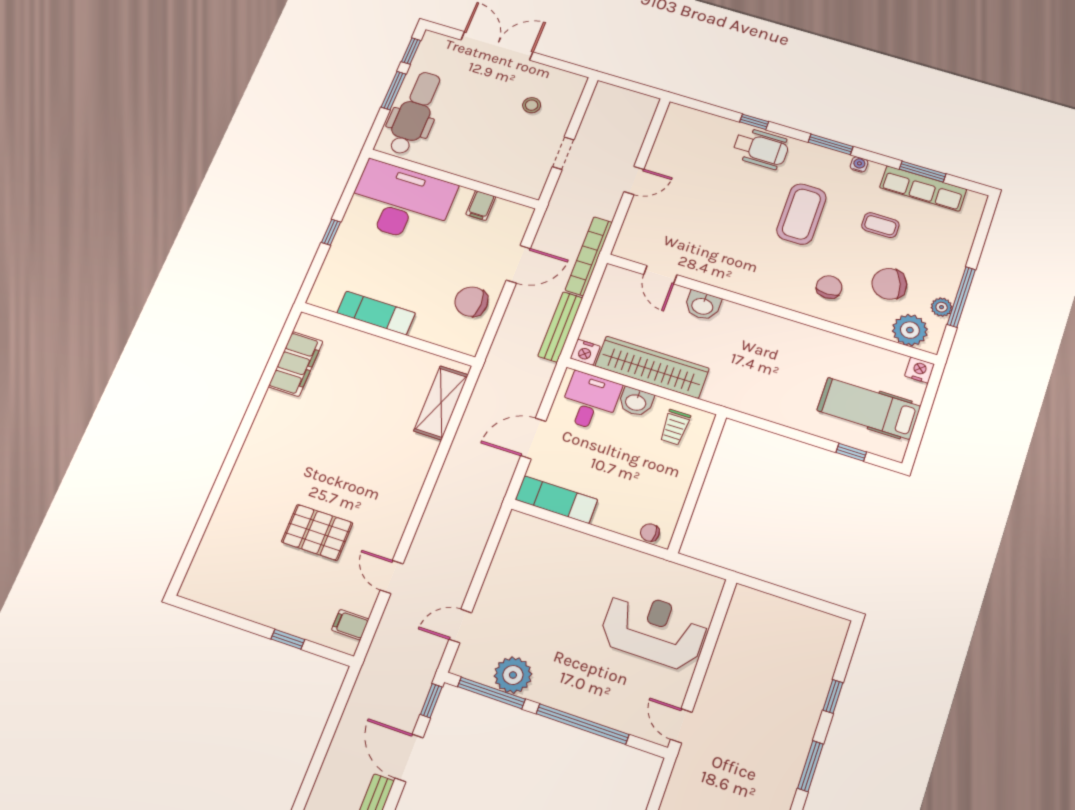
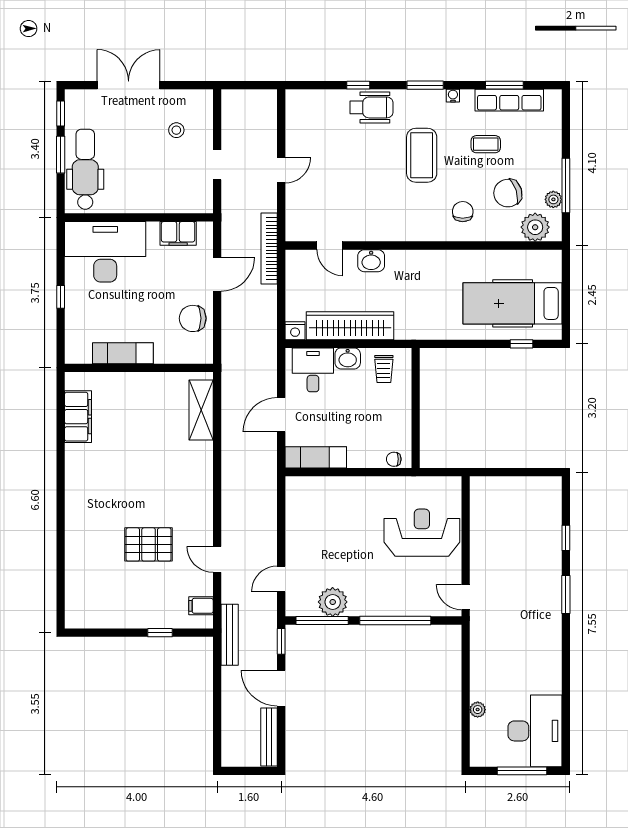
filing cabinet: (481, 206) -> (178, 233), width x2.00
bench: (560, 327) -> (230, 635), moved
nightstand: (919, 370) -> (552, 258), removed
hospital bed: (869, 408) -> (513, 303), width x1.37, depth x1.29

